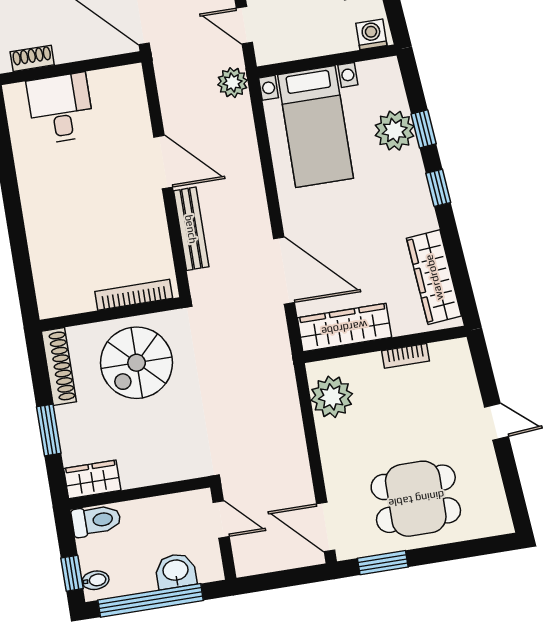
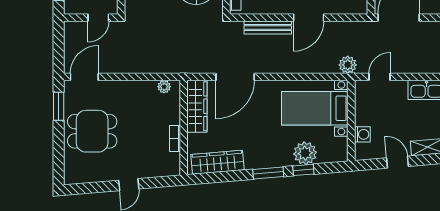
washing machine: (371, 34) -> (362, 134), moved
window: (438, 188) -> (268, 173), width x1.50
plant: (332, 397) -> (164, 87), width x0.53, depth x0.53
dining table: (416, 499) -> (92, 131), turned 90

